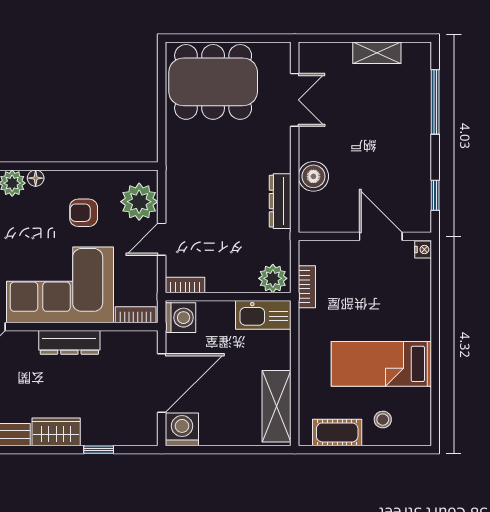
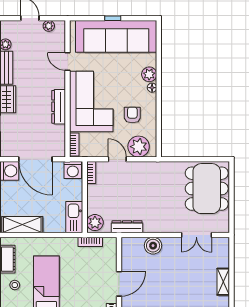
dresser: (280, 201) -> (127, 227), moved

